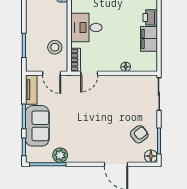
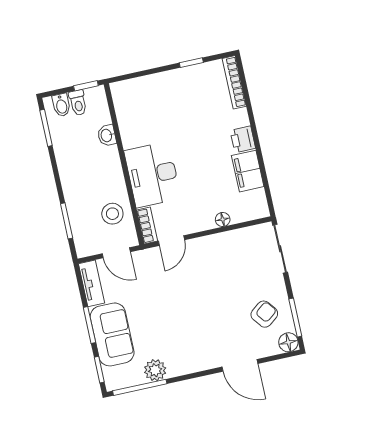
desk: (86, 27) -> (152, 175), width x1.37

